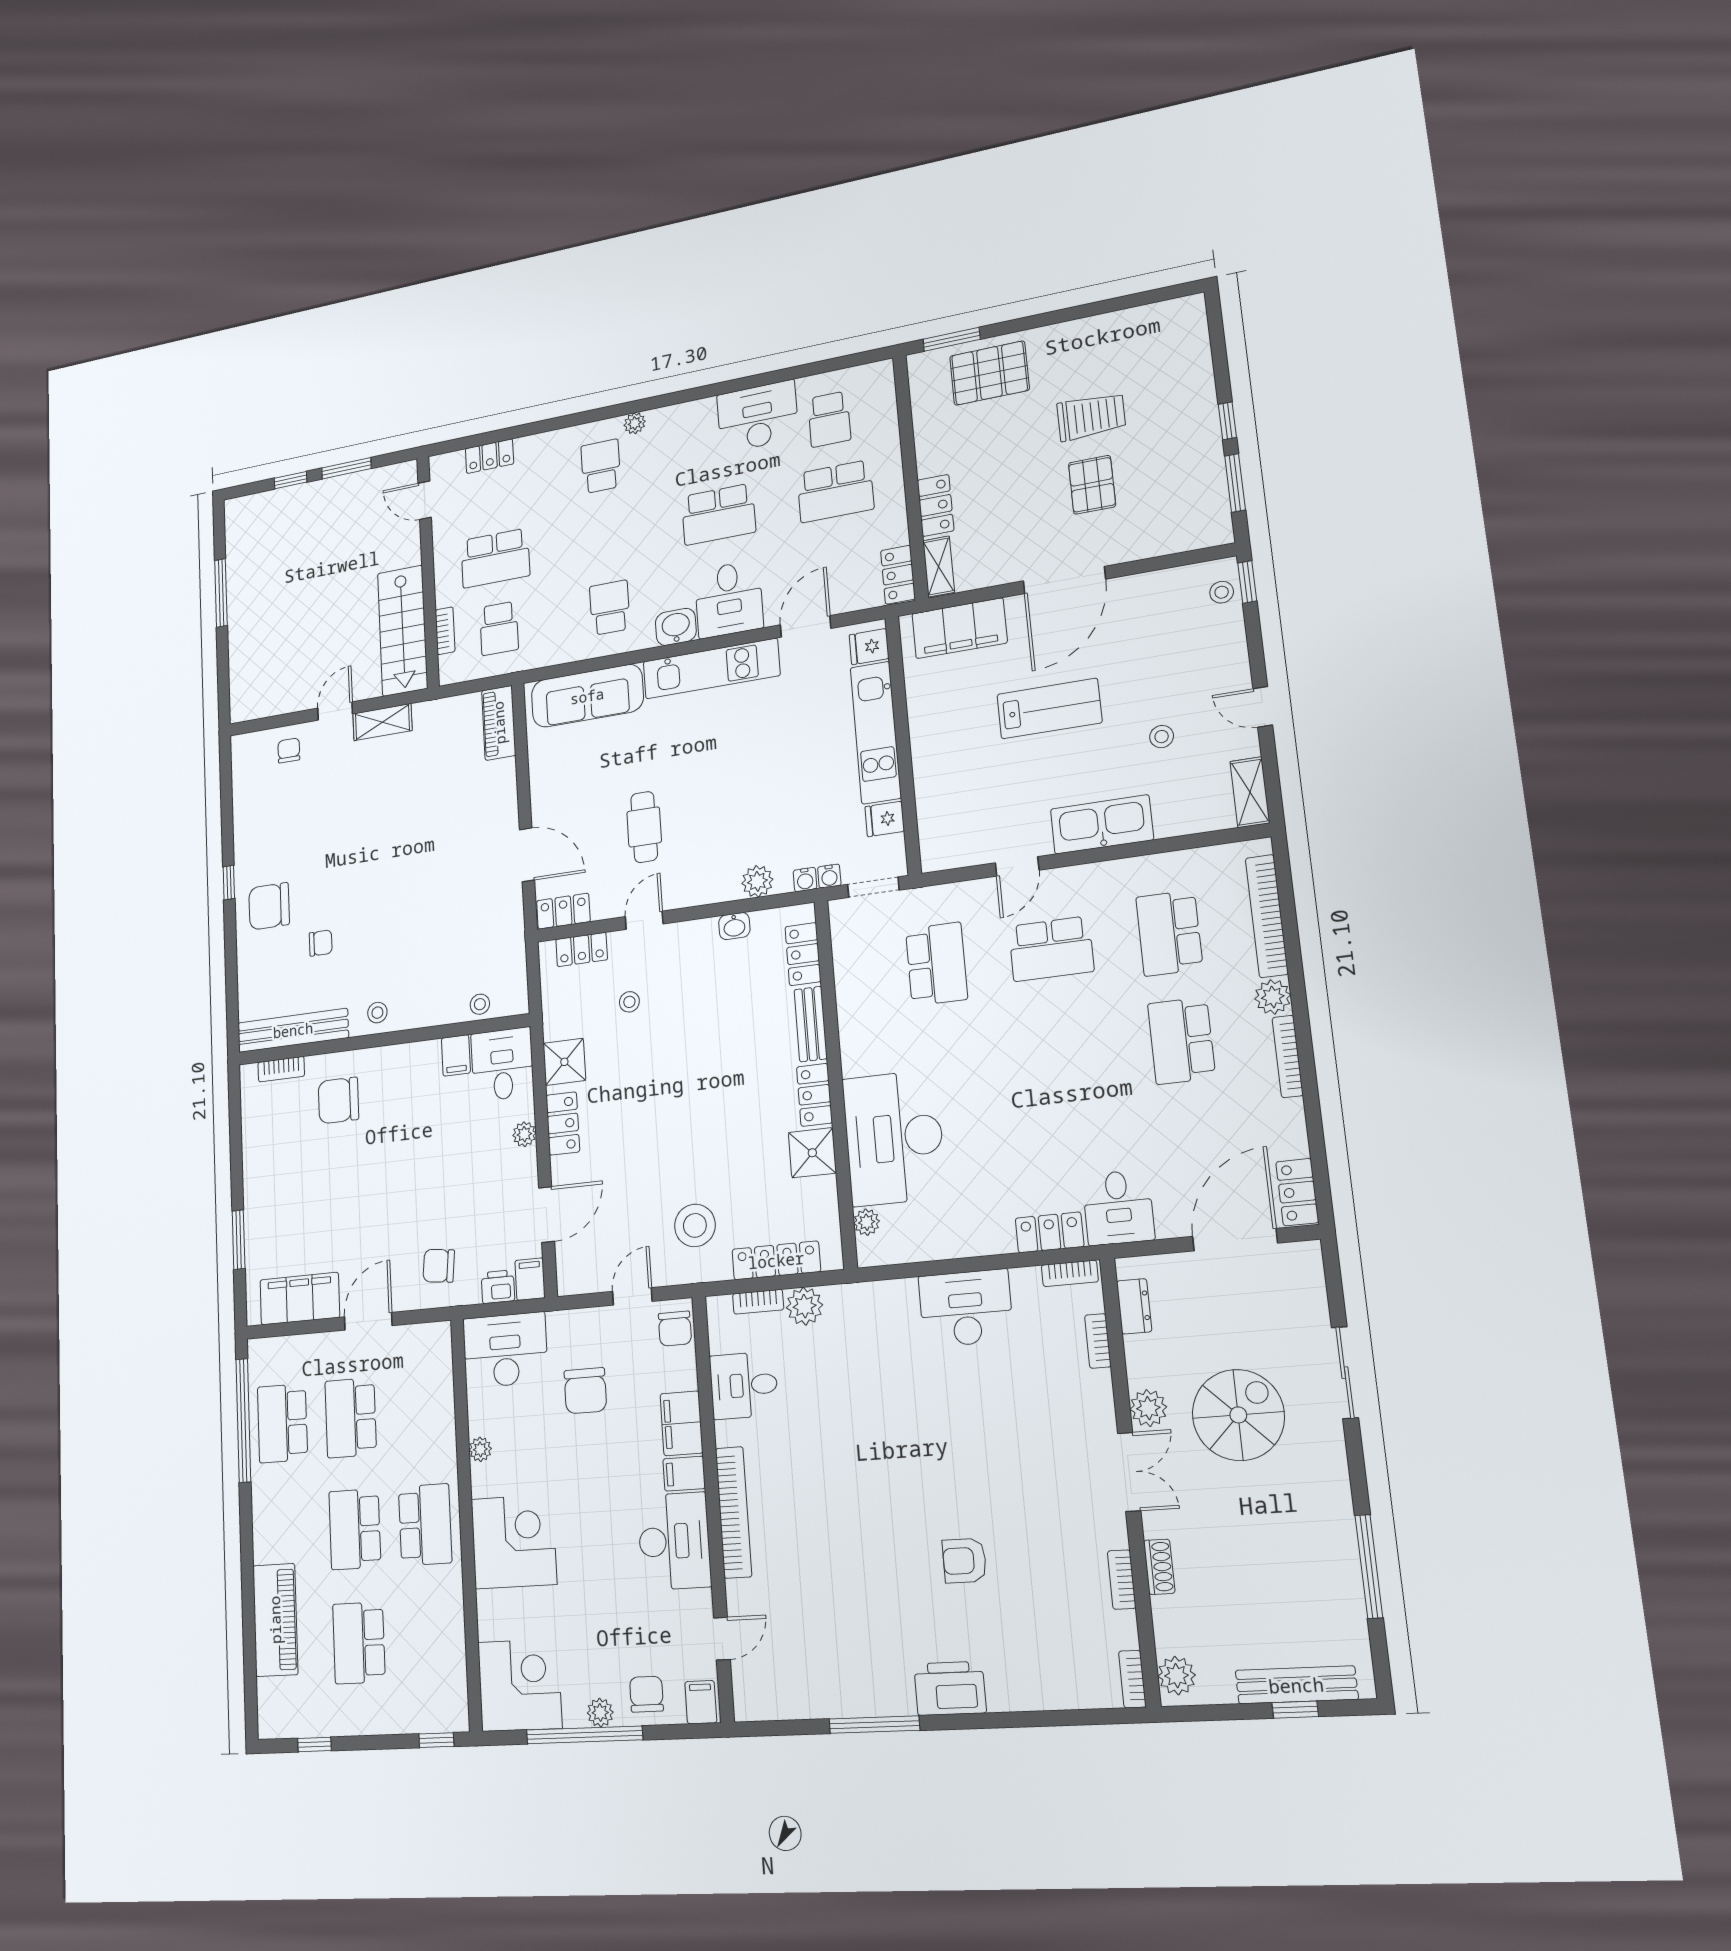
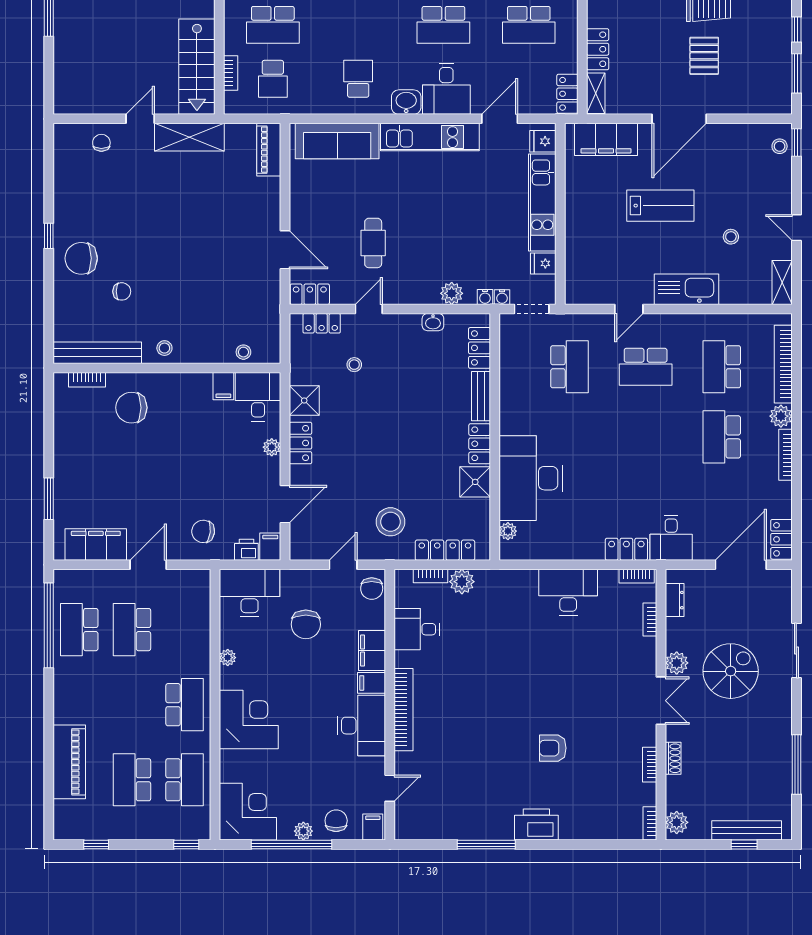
shelving: (382, 722) -> (189, 137), width x1.50, depth x1.33
school desk: (355, 1529) -> (185, 780), moved, turned 180

